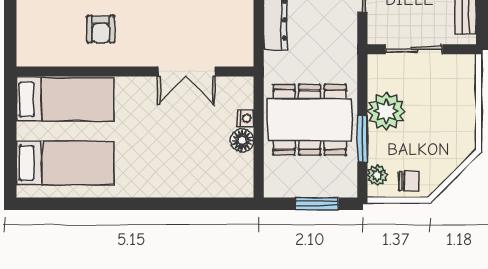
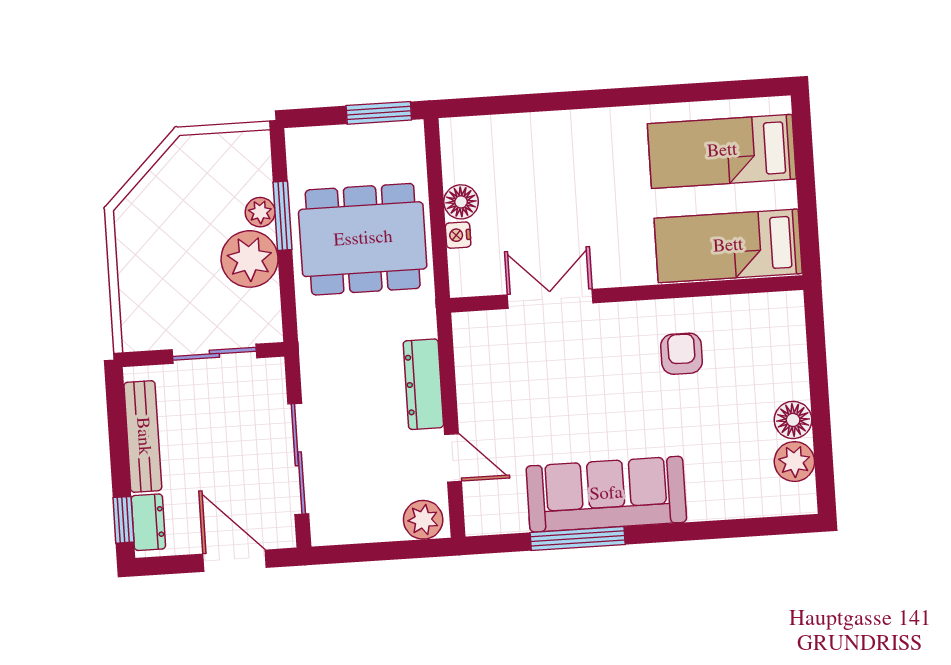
plant: (377, 175) -> (260, 212), moved
chair: (409, 181) -> (209, 158), removed
window: (317, 204) -> (379, 113), moved

